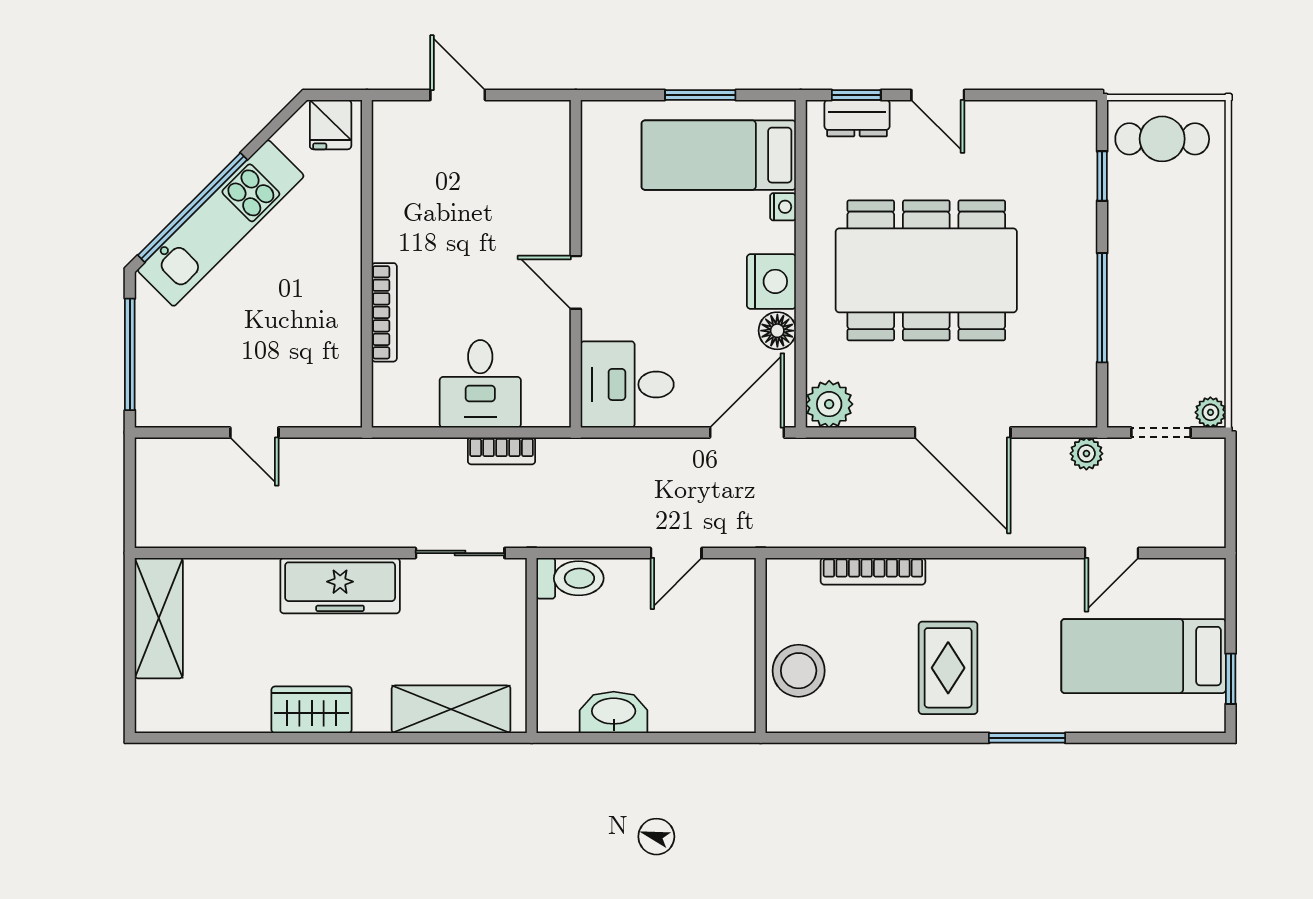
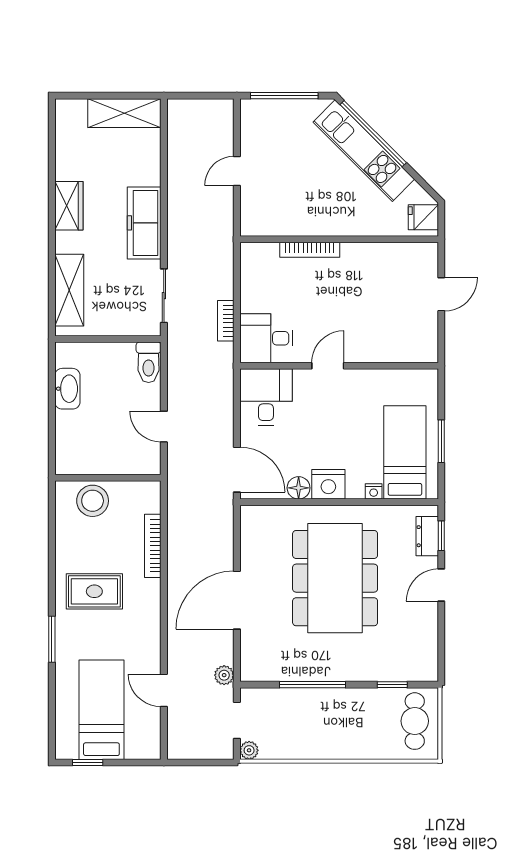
desk: (480, 384) -> (266, 338), moved
plant: (829, 404) -> (254, 519), removed

